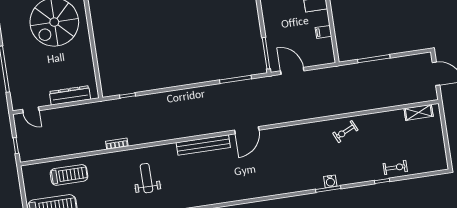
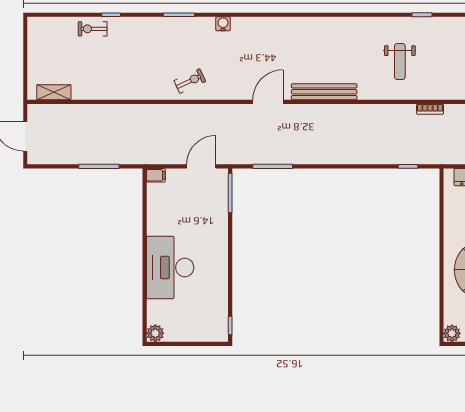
filing cabinet: (323, 32) -> (156, 175), moved
door: (292, 71) -> (201, 166), swing flipped
exercise bike: (345, 132) -> (190, 81), moved
water cooler: (330, 181) -> (223, 24), moved

